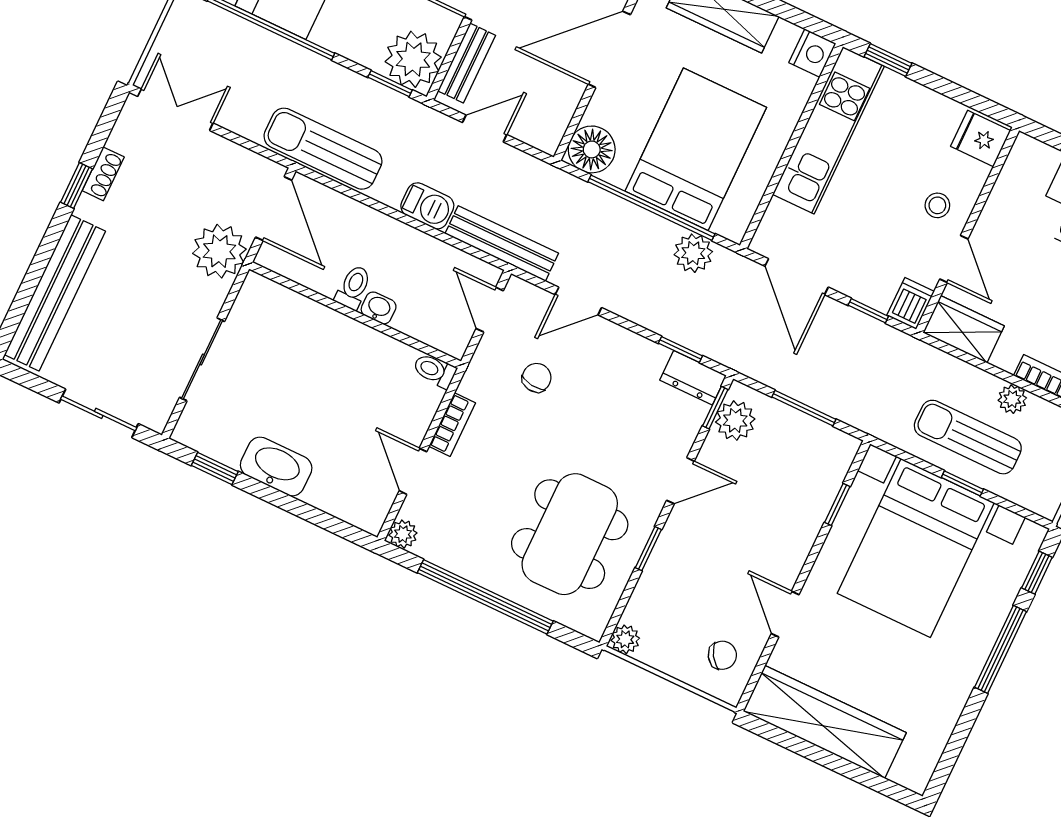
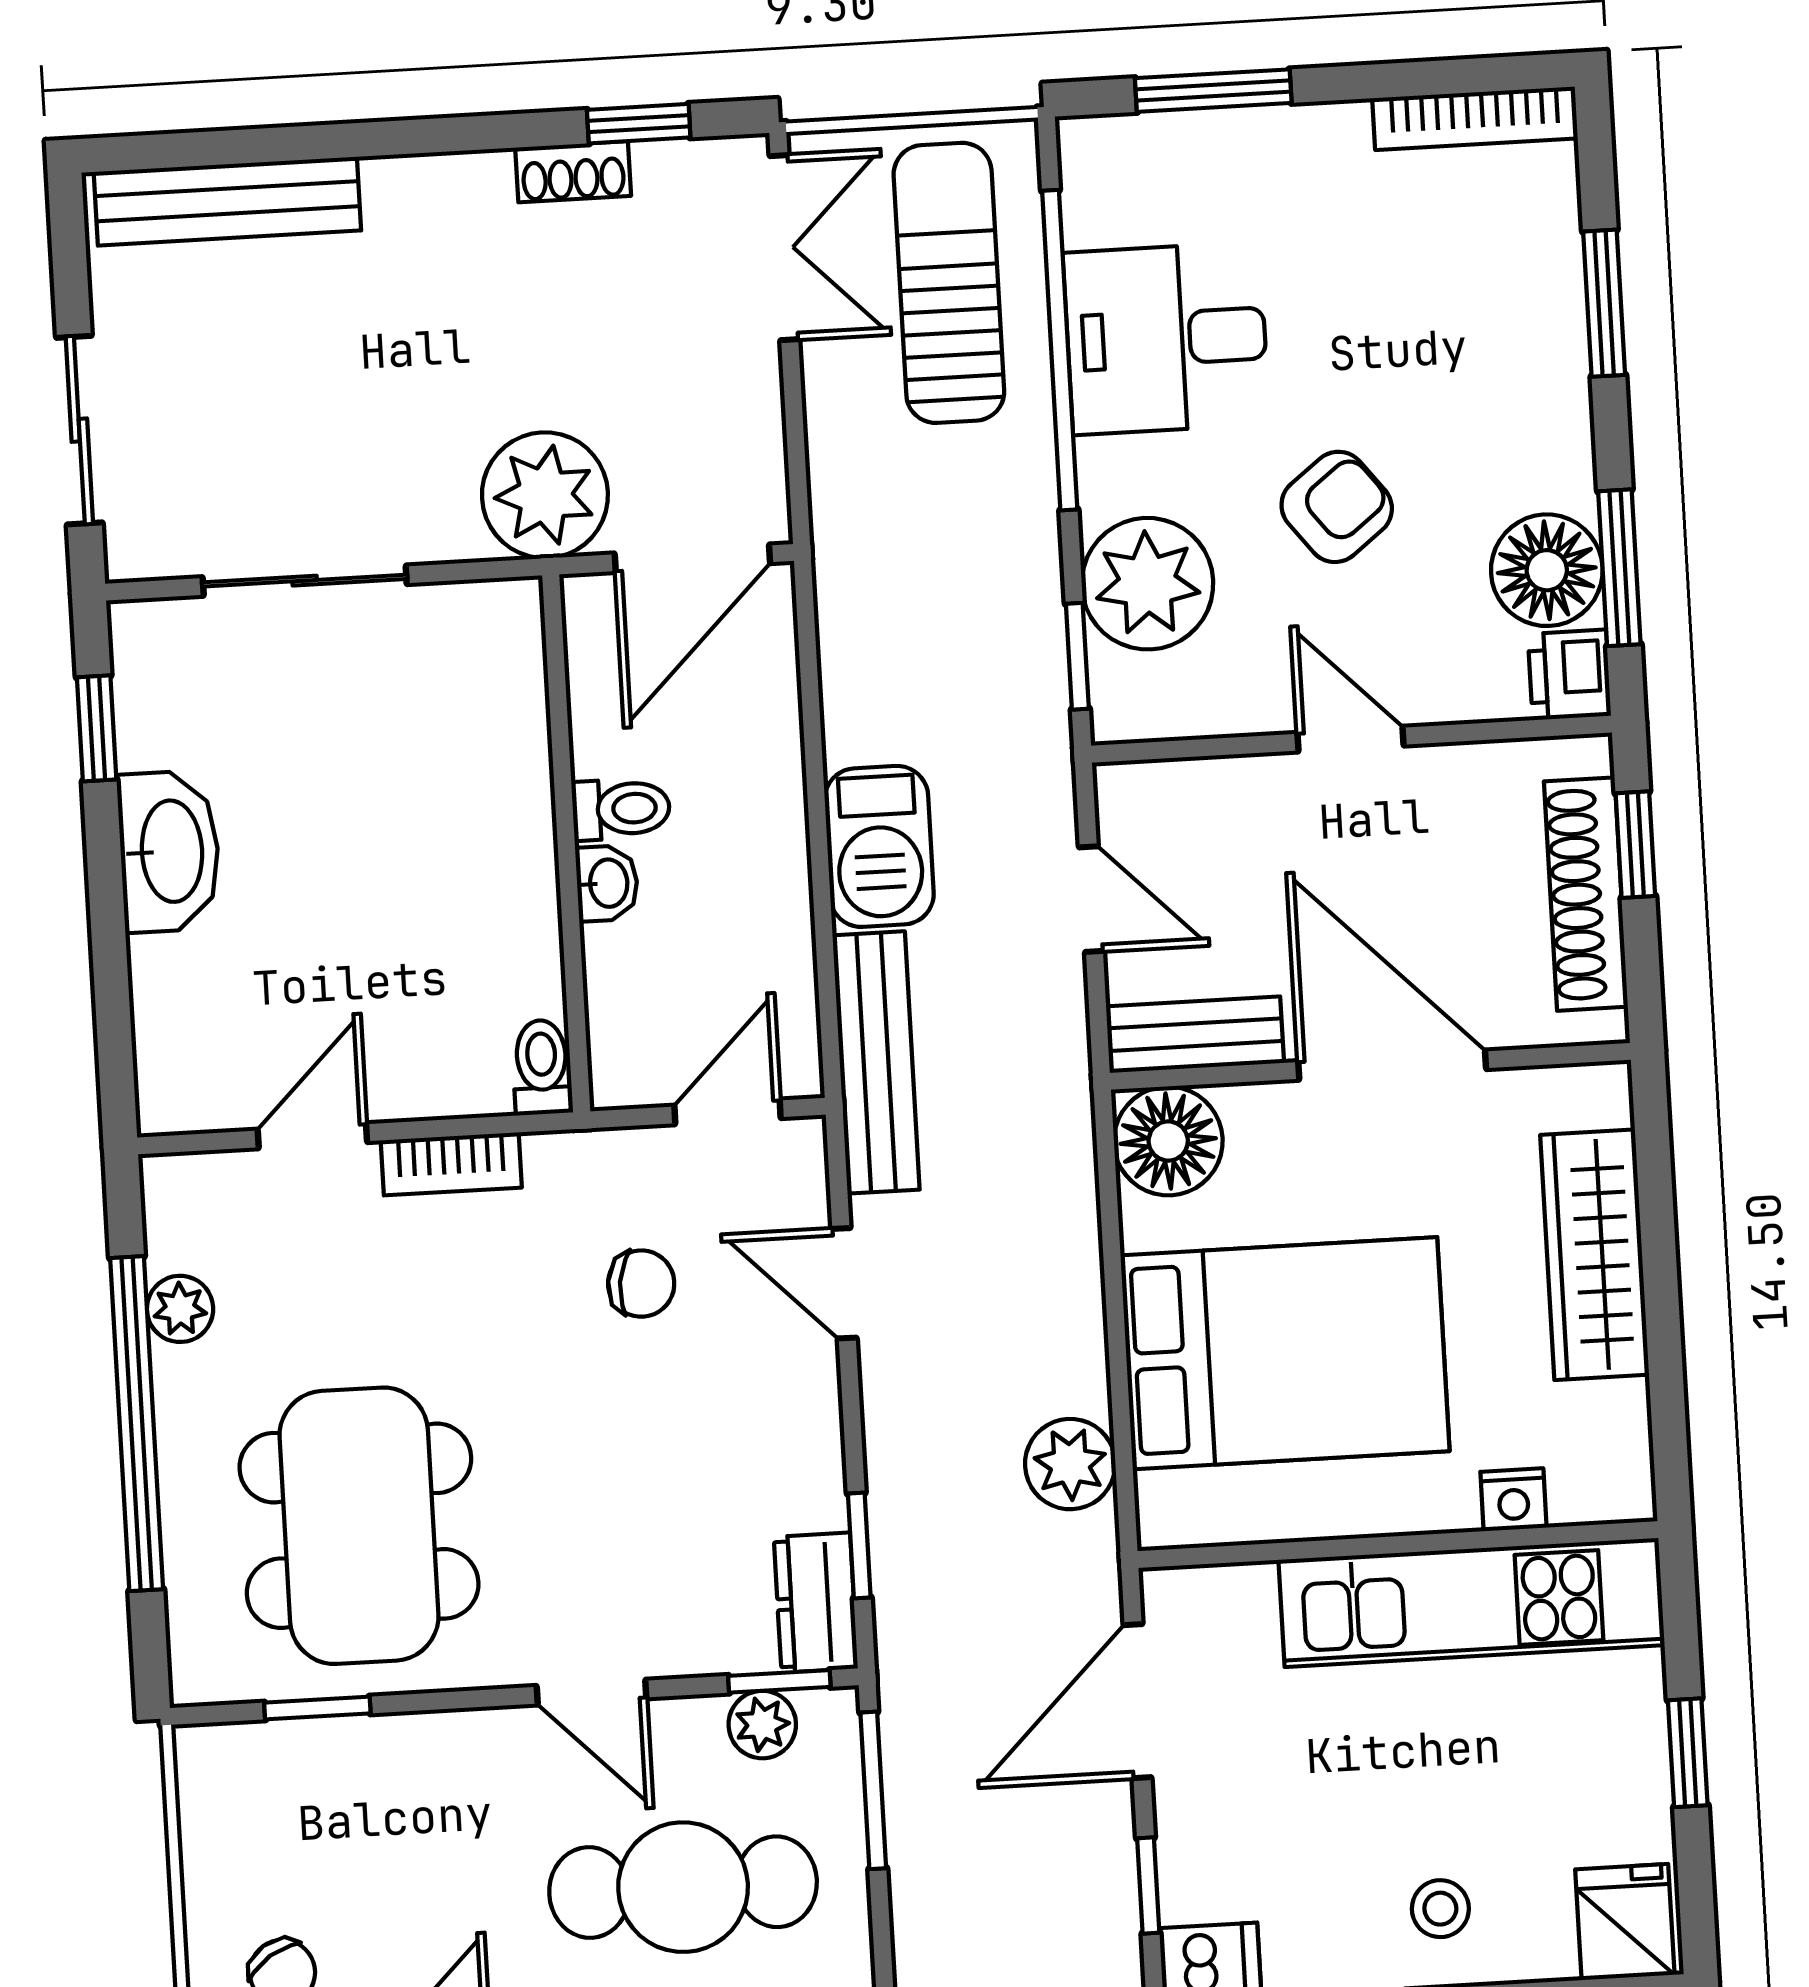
nightstand: (812, 53) -> (1513, 1500), moved, width x0.72, depth x0.74
plant: (413, 59) -> (1147, 584), moved
window: (888, 60) -> (1688, 1753), moved
bench: (467, 63) -> (1195, 1035), moved
sun lounger: (323, 149) -> (949, 283), moved
window: (77, 186) -> (639, 124), moved
barbecue: (427, 206) -> (879, 846), width x1.38, depth x1.27
window: (651, 208) -> (1116, 1328), removed
bench: (55, 293) -> (227, 201), width x0.73, depth x0.82
window: (804, 408) -> (873, 1790), moved
plant: (735, 420) -> (762, 1725), width x0.73, depth x0.73
cafe table: (773, 487) -> (683, 1887), added
plant: (403, 534) -> (180, 1309), moved
dining table: (570, 534) -> (359, 1526), turned 90
window: (648, 549) -> (317, 1708), moved
plant: (625, 639) -> (206, 1757), removed

